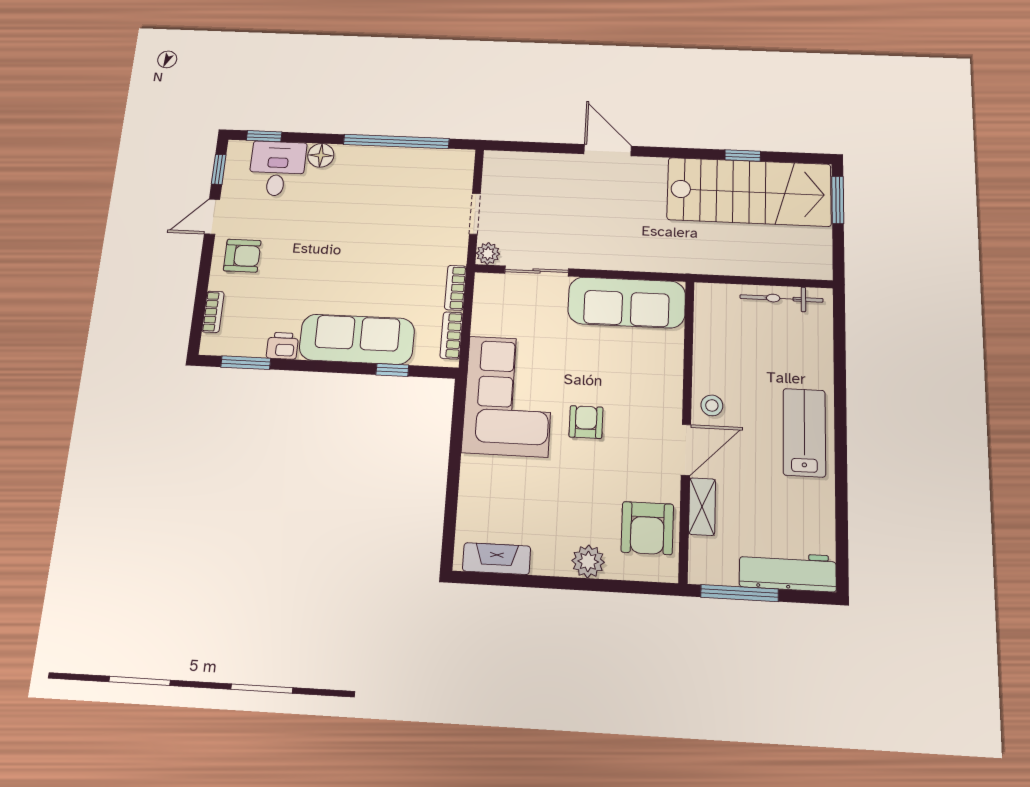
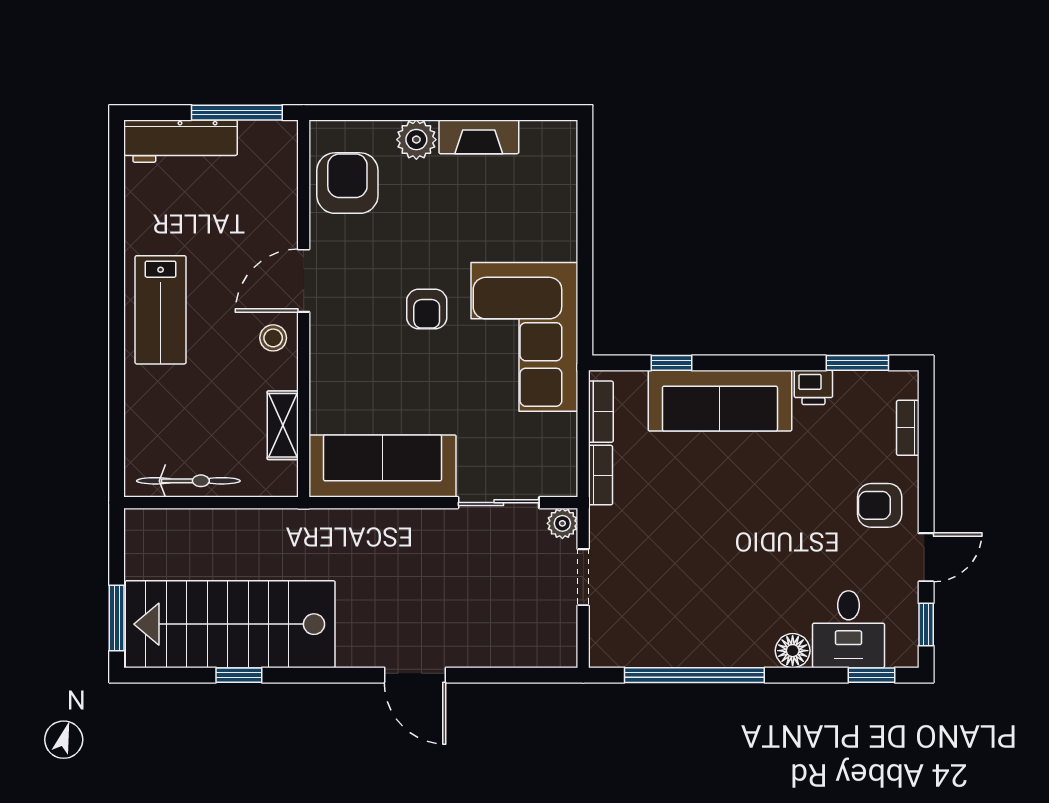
shelving: (702, 507) -> (283, 425), moved
fireplace: (497, 559) -> (479, 137), moved

